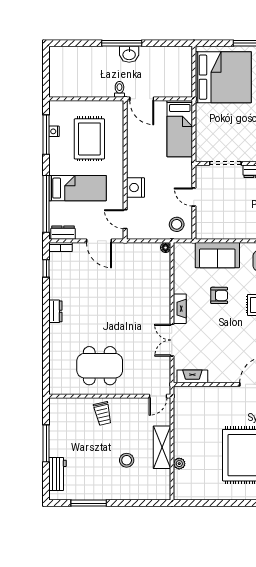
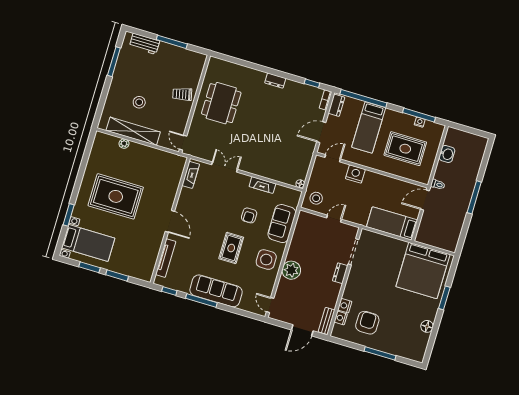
washbasin: (129, 54) -> (447, 154), moved, turned 180
fireplace: (180, 309) -> (262, 185), moved
shelving: (162, 447) -> (133, 131), width x1.47

